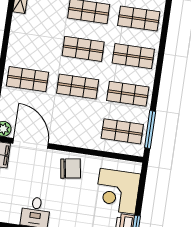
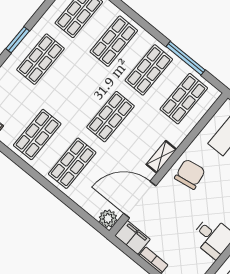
shop shelf: (83, 49) -> (37, 134), moved
window: (150, 129) -> (186, 58), moved
shelving: (71, 140) -> (161, 157), added

